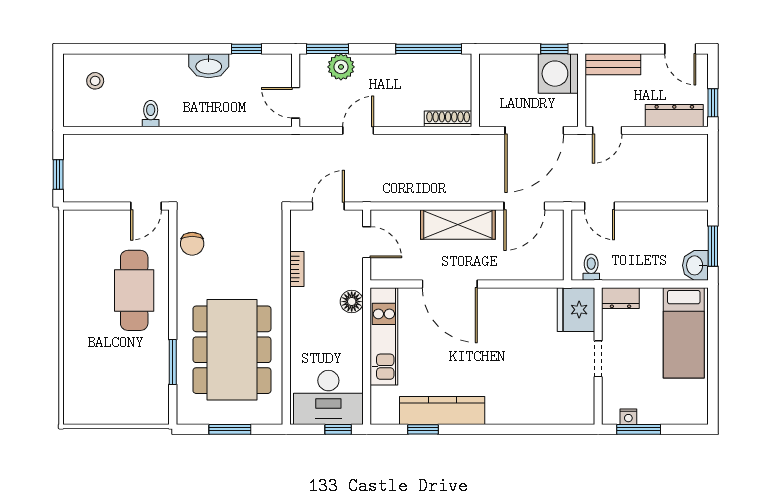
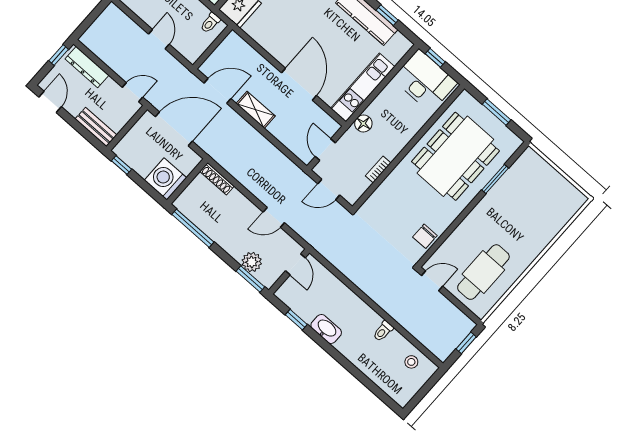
washing machine: (558, 74) -> (165, 179), moved, turned 180
stool: (95, 81) -> (411, 362), moved
door: (599, 206) -> (159, 39), moved
shelving: (458, 224) -> (256, 110), width x0.67, depth x0.75
chair: (192, 244) -> (425, 236), turned 180
cafe table: (134, 290) -> (483, 272), moved

